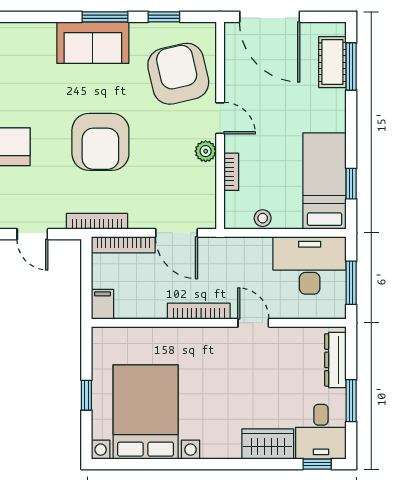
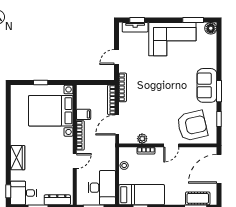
armchair: (100, 142) -> (160, 89), removed
plant: (206, 151) -> (142, 139), moved
filing cabinet: (102, 304) -> (84, 114), moved
bed with nightstands: (146, 412) -> (51, 111), moved, turned 180
wardrobe: (268, 444) -> (18, 158), moved

